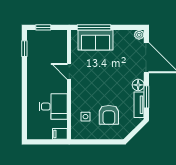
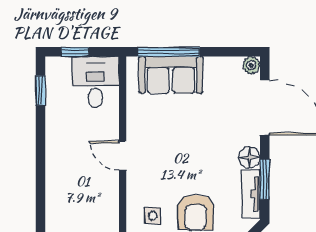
door: (69, 71) -> (123, 156), moved
desk: (53, 107) -> (95, 82), moved, turned -90

